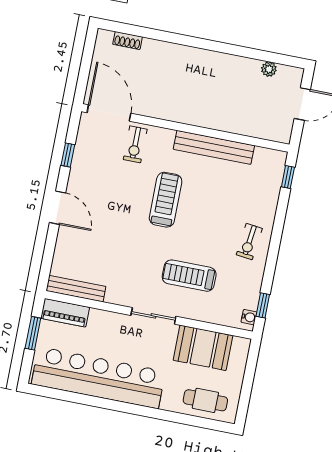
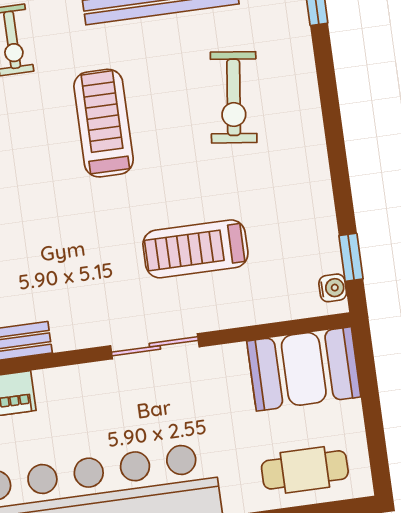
exercise bike: (249, 242) -> (234, 97), moved, width x1.38, depth x1.39
booth: (203, 348) -> (304, 369), moved

